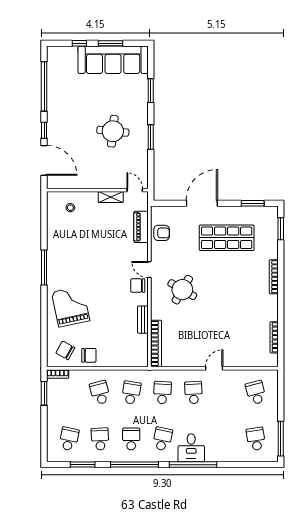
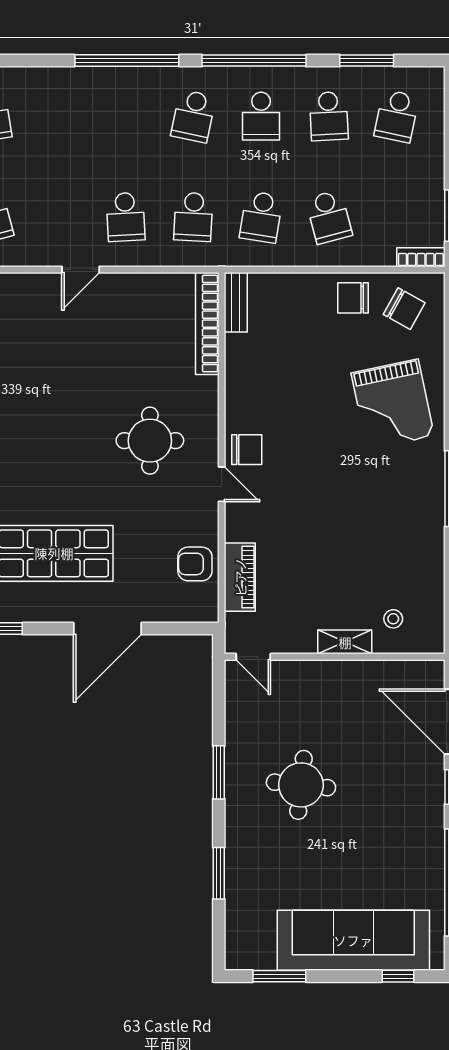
window: (79, 43) -> (398, 976), moved
window: (111, 43) -> (279, 976), moved
sofa: (113, 60) -> (353, 940), moved
shelving: (111, 197) -> (345, 642), moved
round table: (182, 290) -> (150, 441), turned -30
bench: (143, 320) -> (236, 302), moved
desk: (191, 448) -> (131, 97), removed

